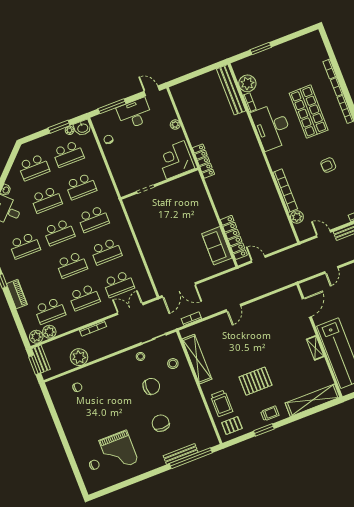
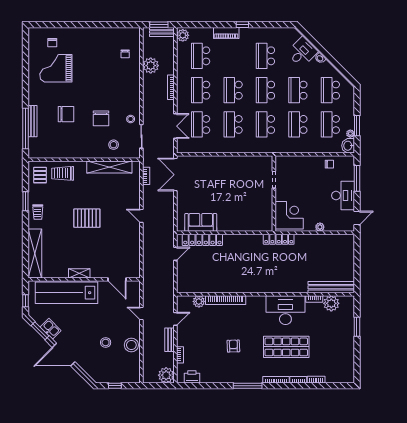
plant: (49, 332) -> (183, 48), removed
pallet: (256, 381) -> (87, 218), moved, turned 90

